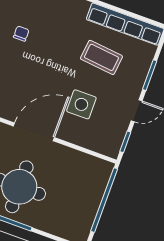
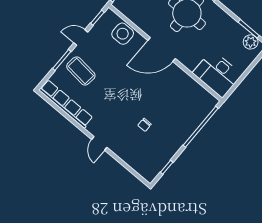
coffee table: (101, 57) -> (81, 71), moved
side table: (81, 104) -> (123, 34), moved

